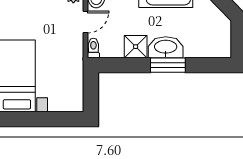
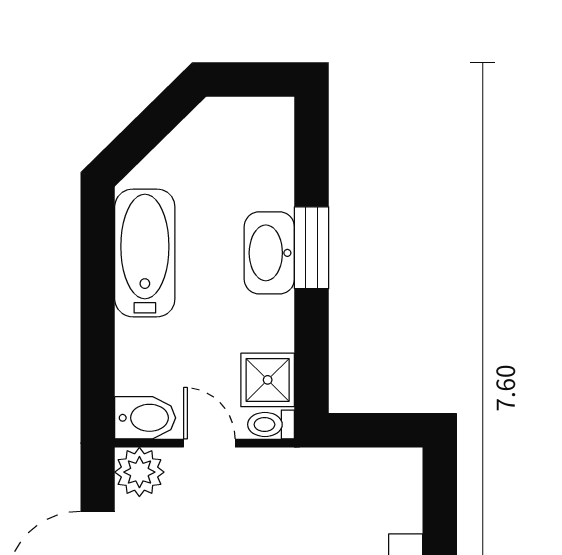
shower: (136, 47) -> (268, 380), moved

